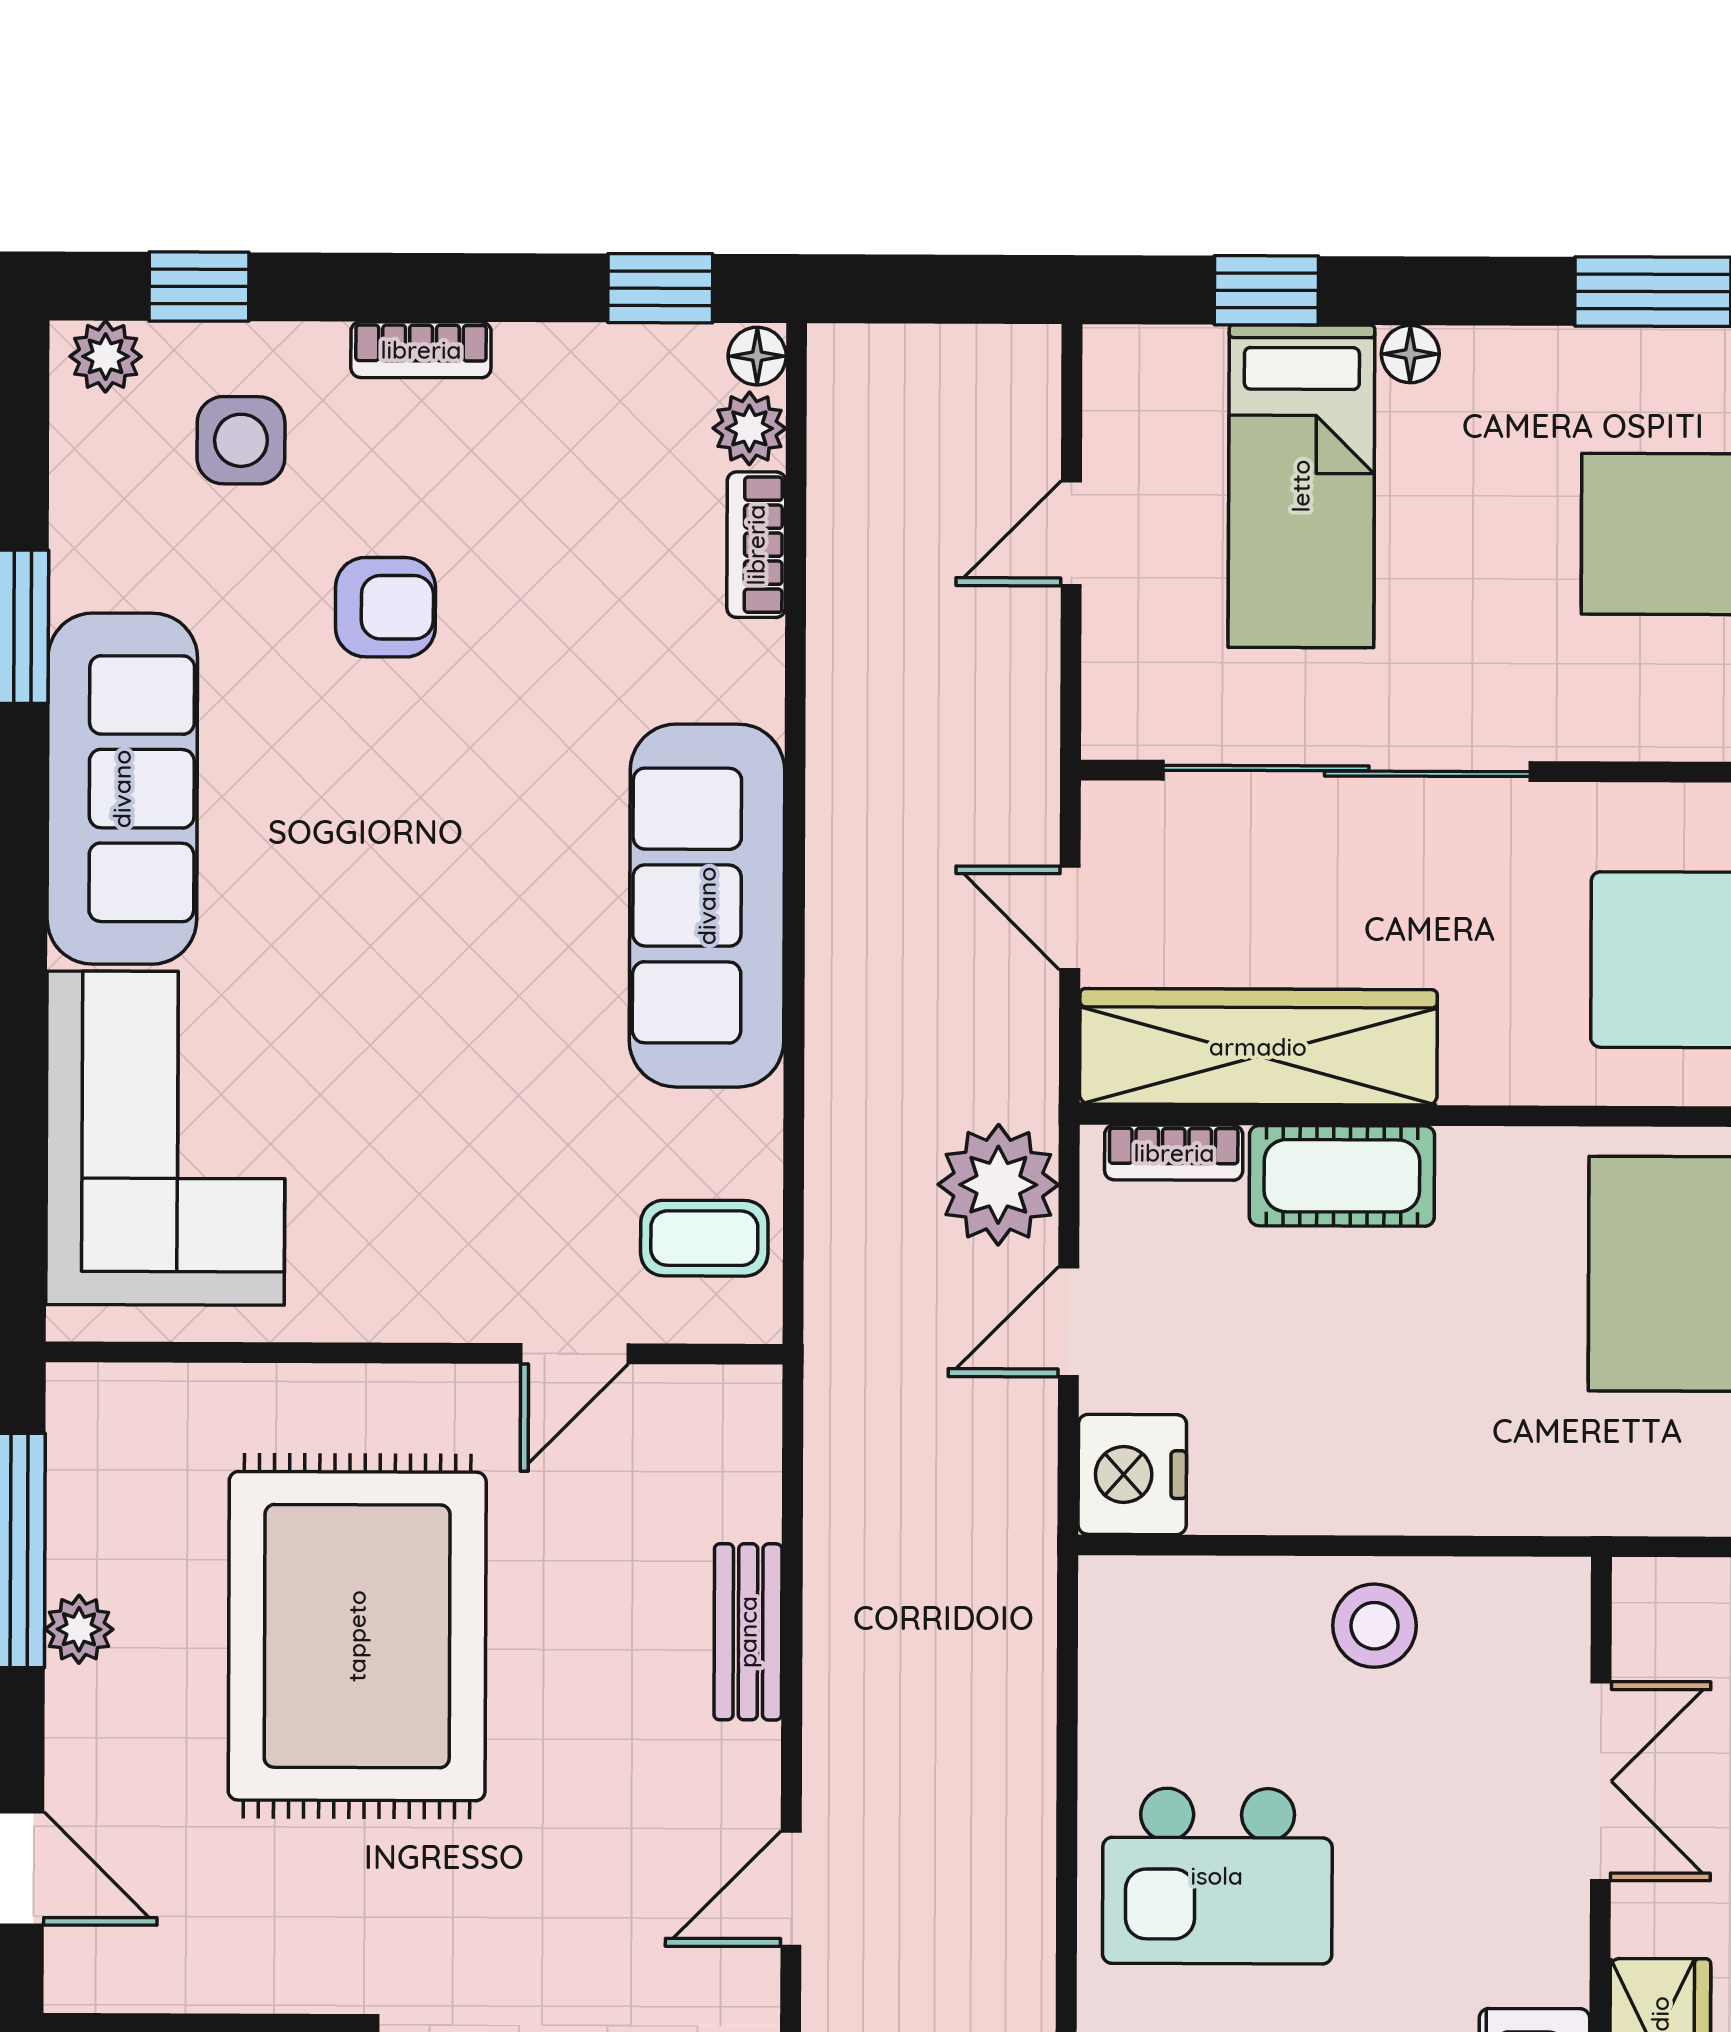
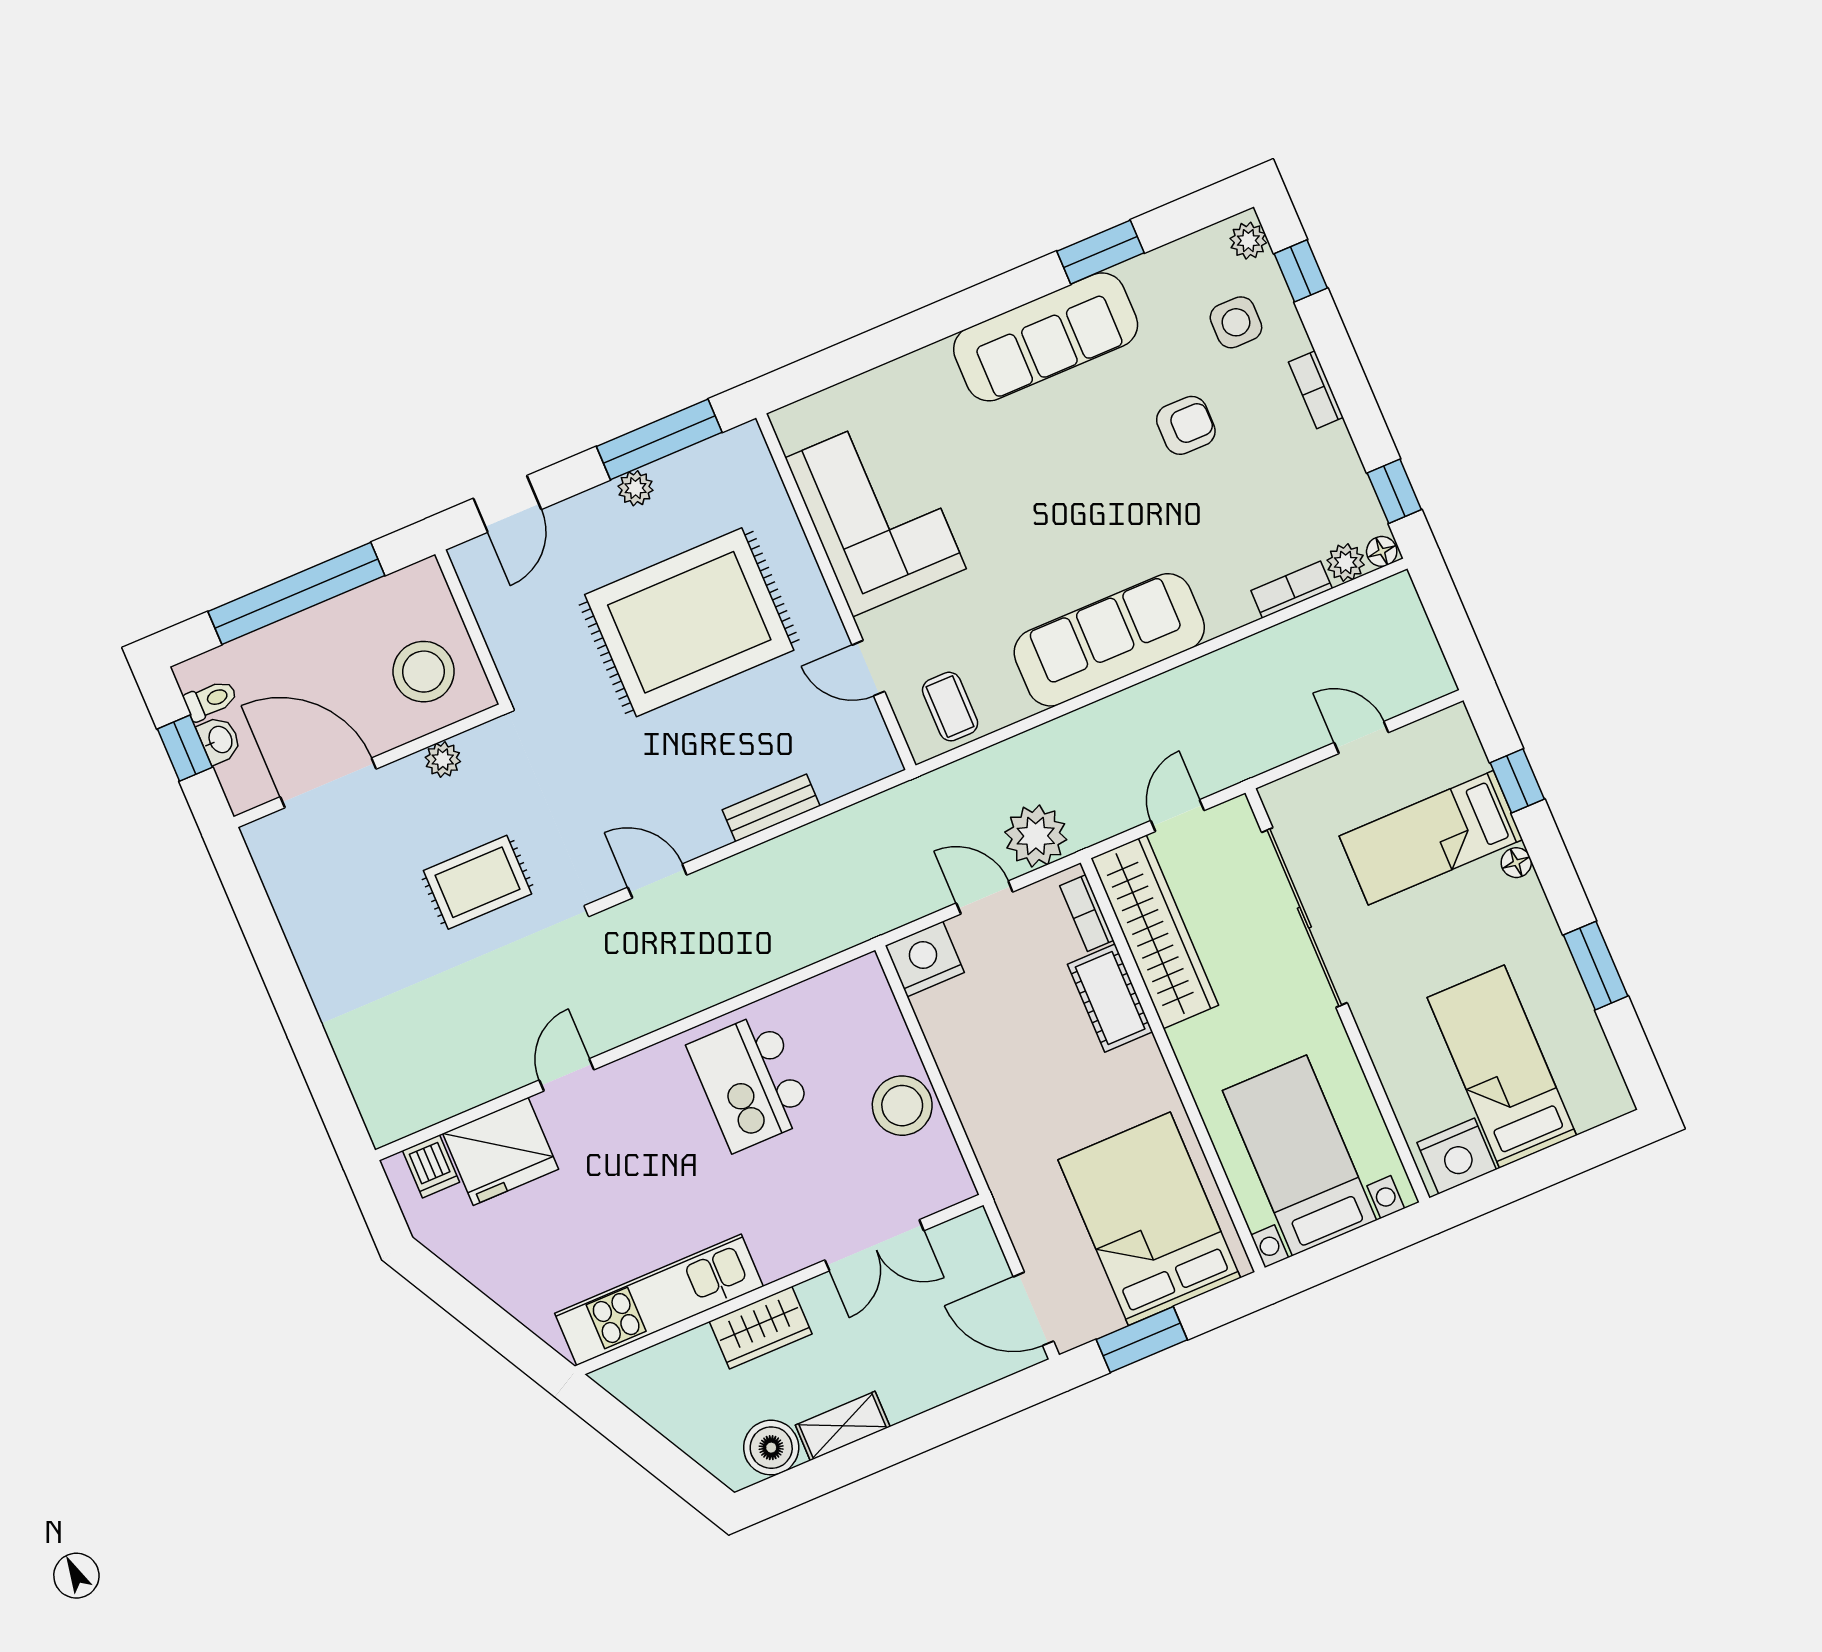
armchair: (385, 607) -> (1186, 425), turned -90
corner sofa: (166, 1138) -> (876, 513), moved, turned -90
stool: (1375, 1626) -> (902, 1106), width x1.38, depth x1.38

